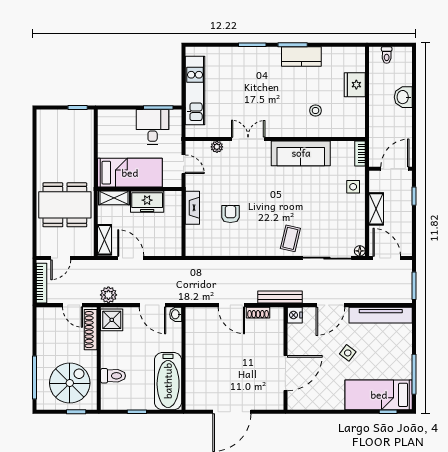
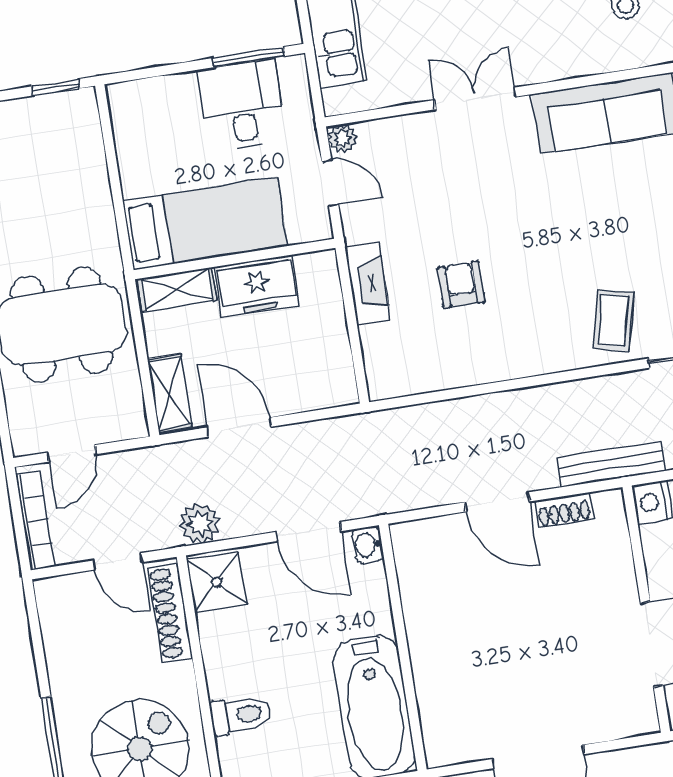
plant: (217, 147) -> (342, 138), moved

